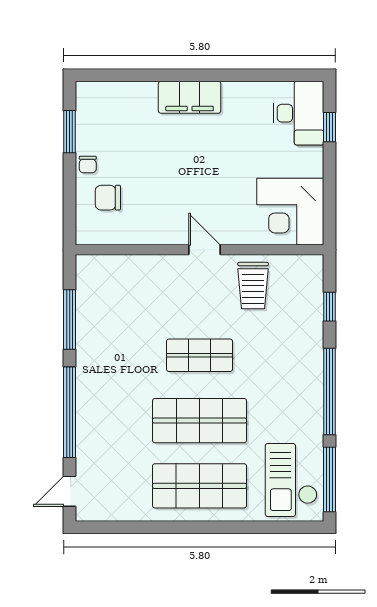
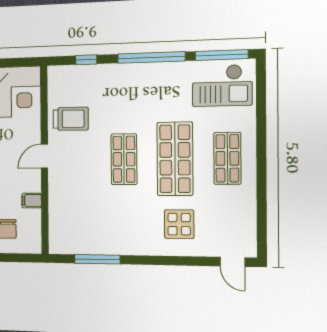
filing cabinet: (146, 232) -> (32, 201), added
window: (70, 412) -> (169, 261), removed
display table: (116, 425) -> (179, 224), added
shop shelf: (200, 486) -> (227, 158), width x0.70, depth x0.74

